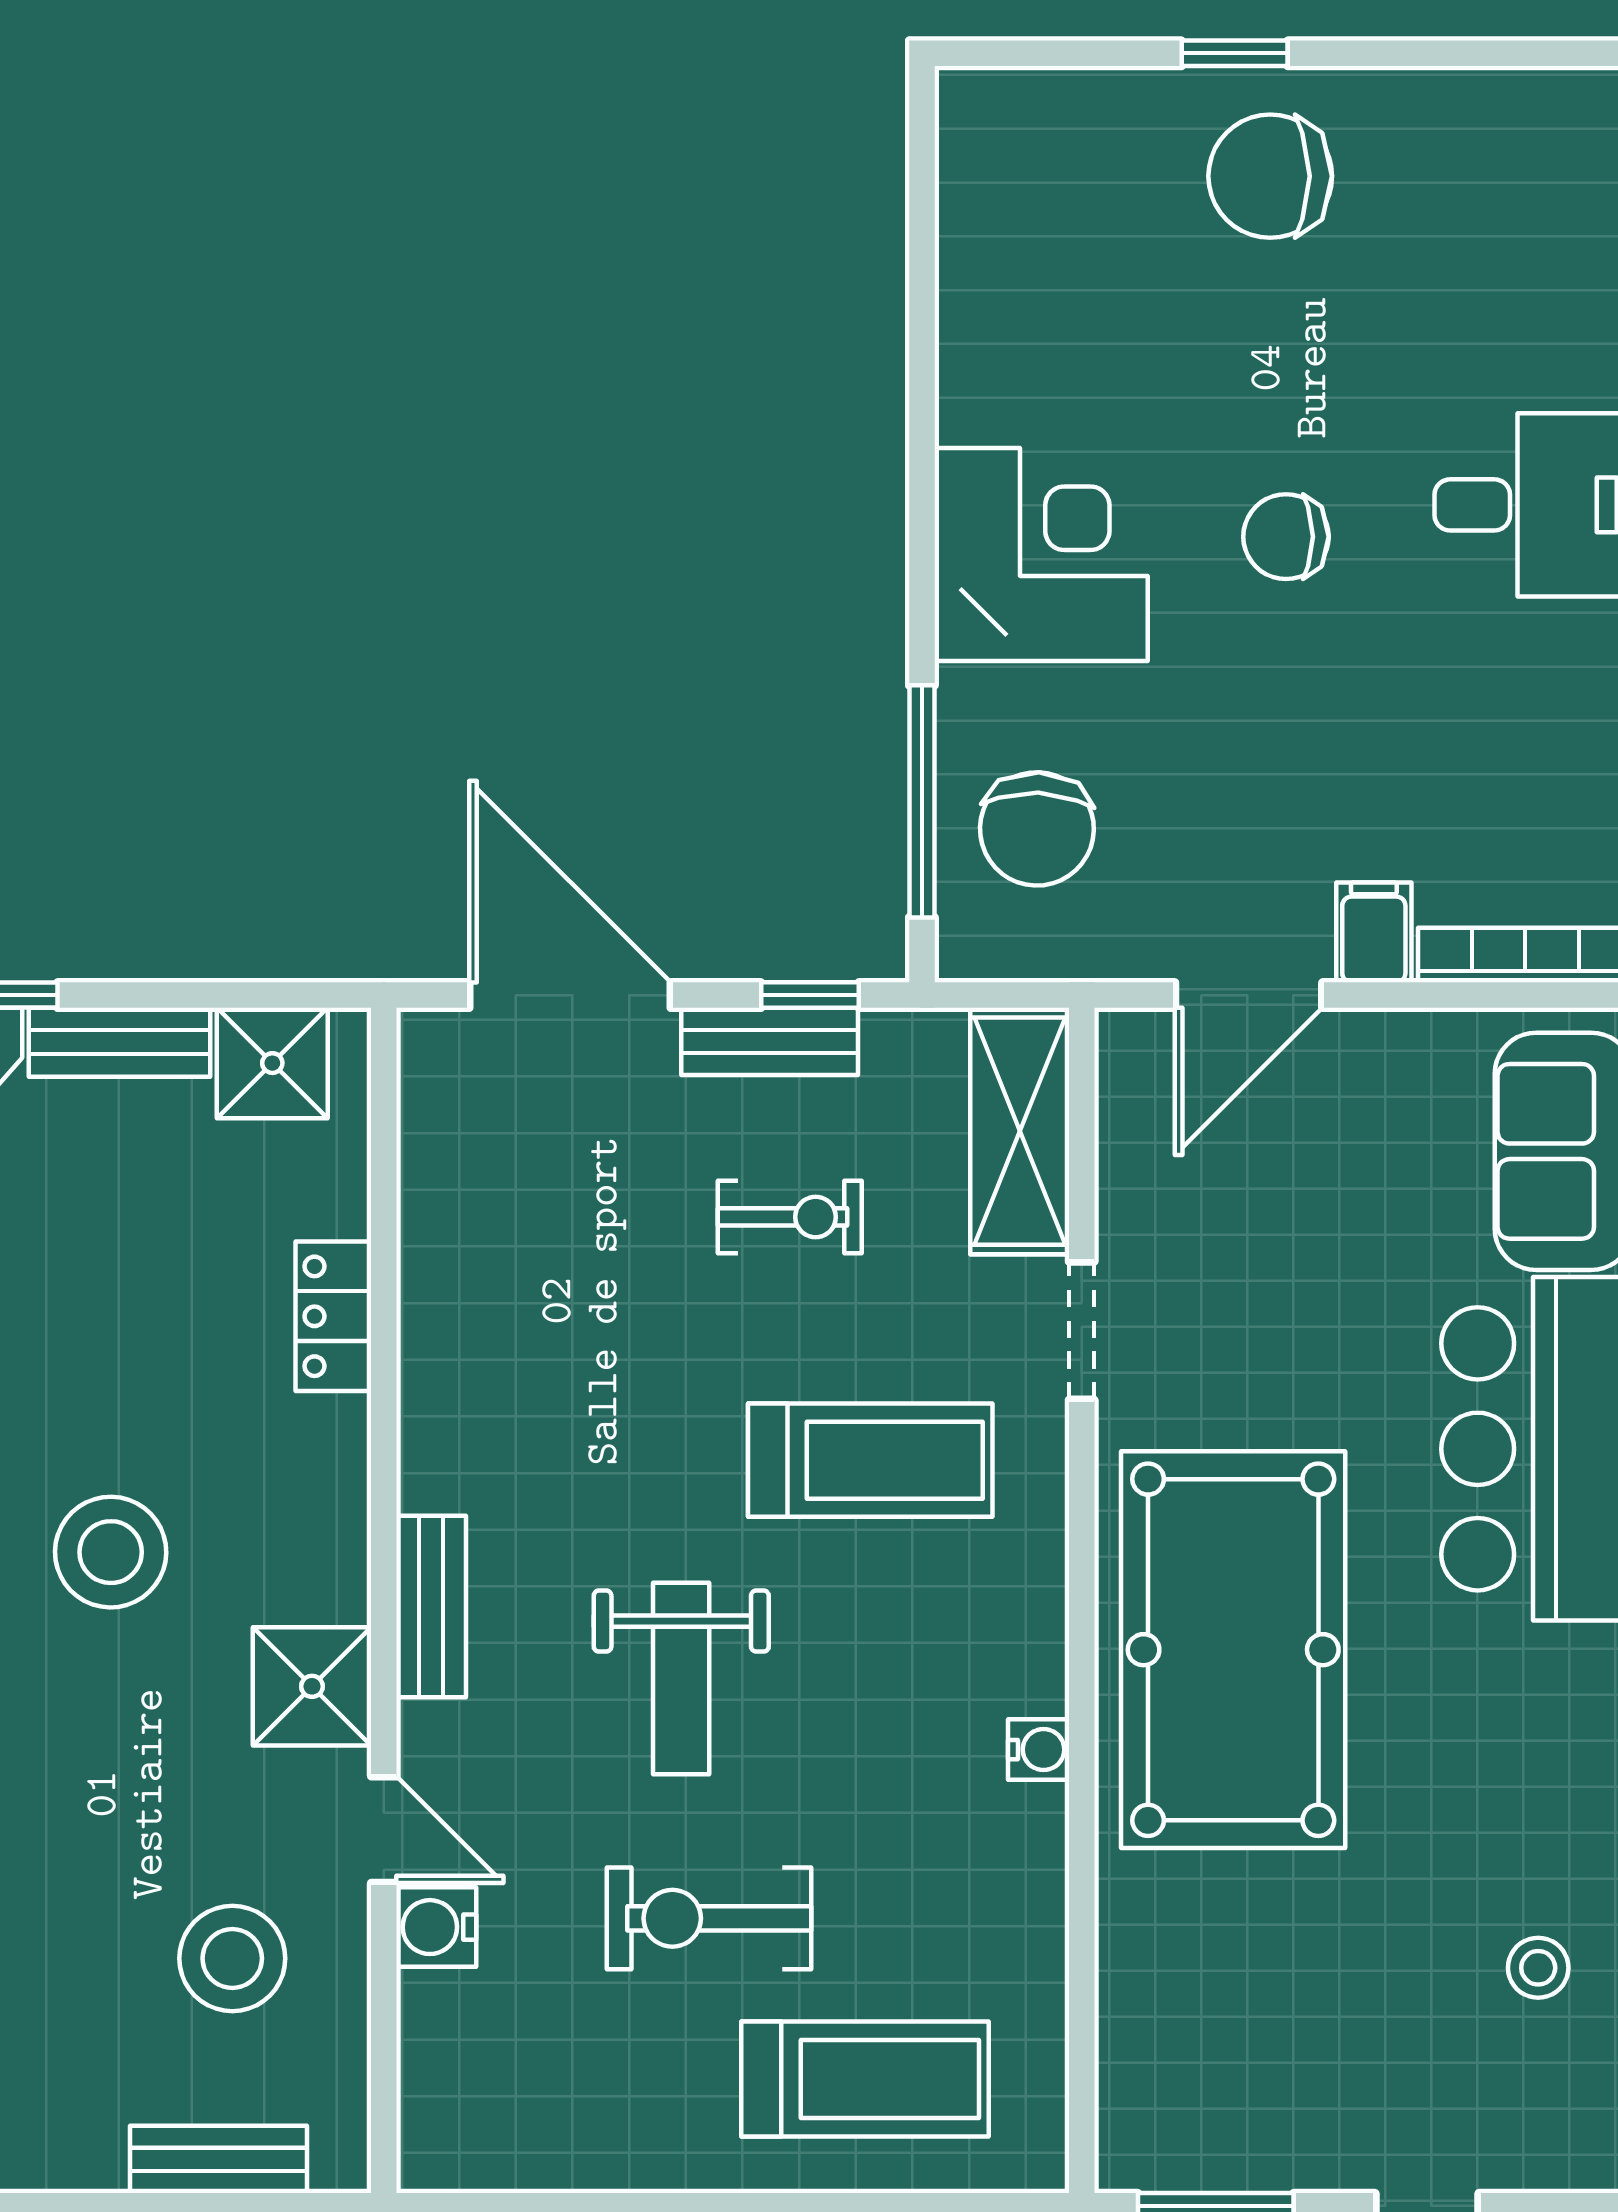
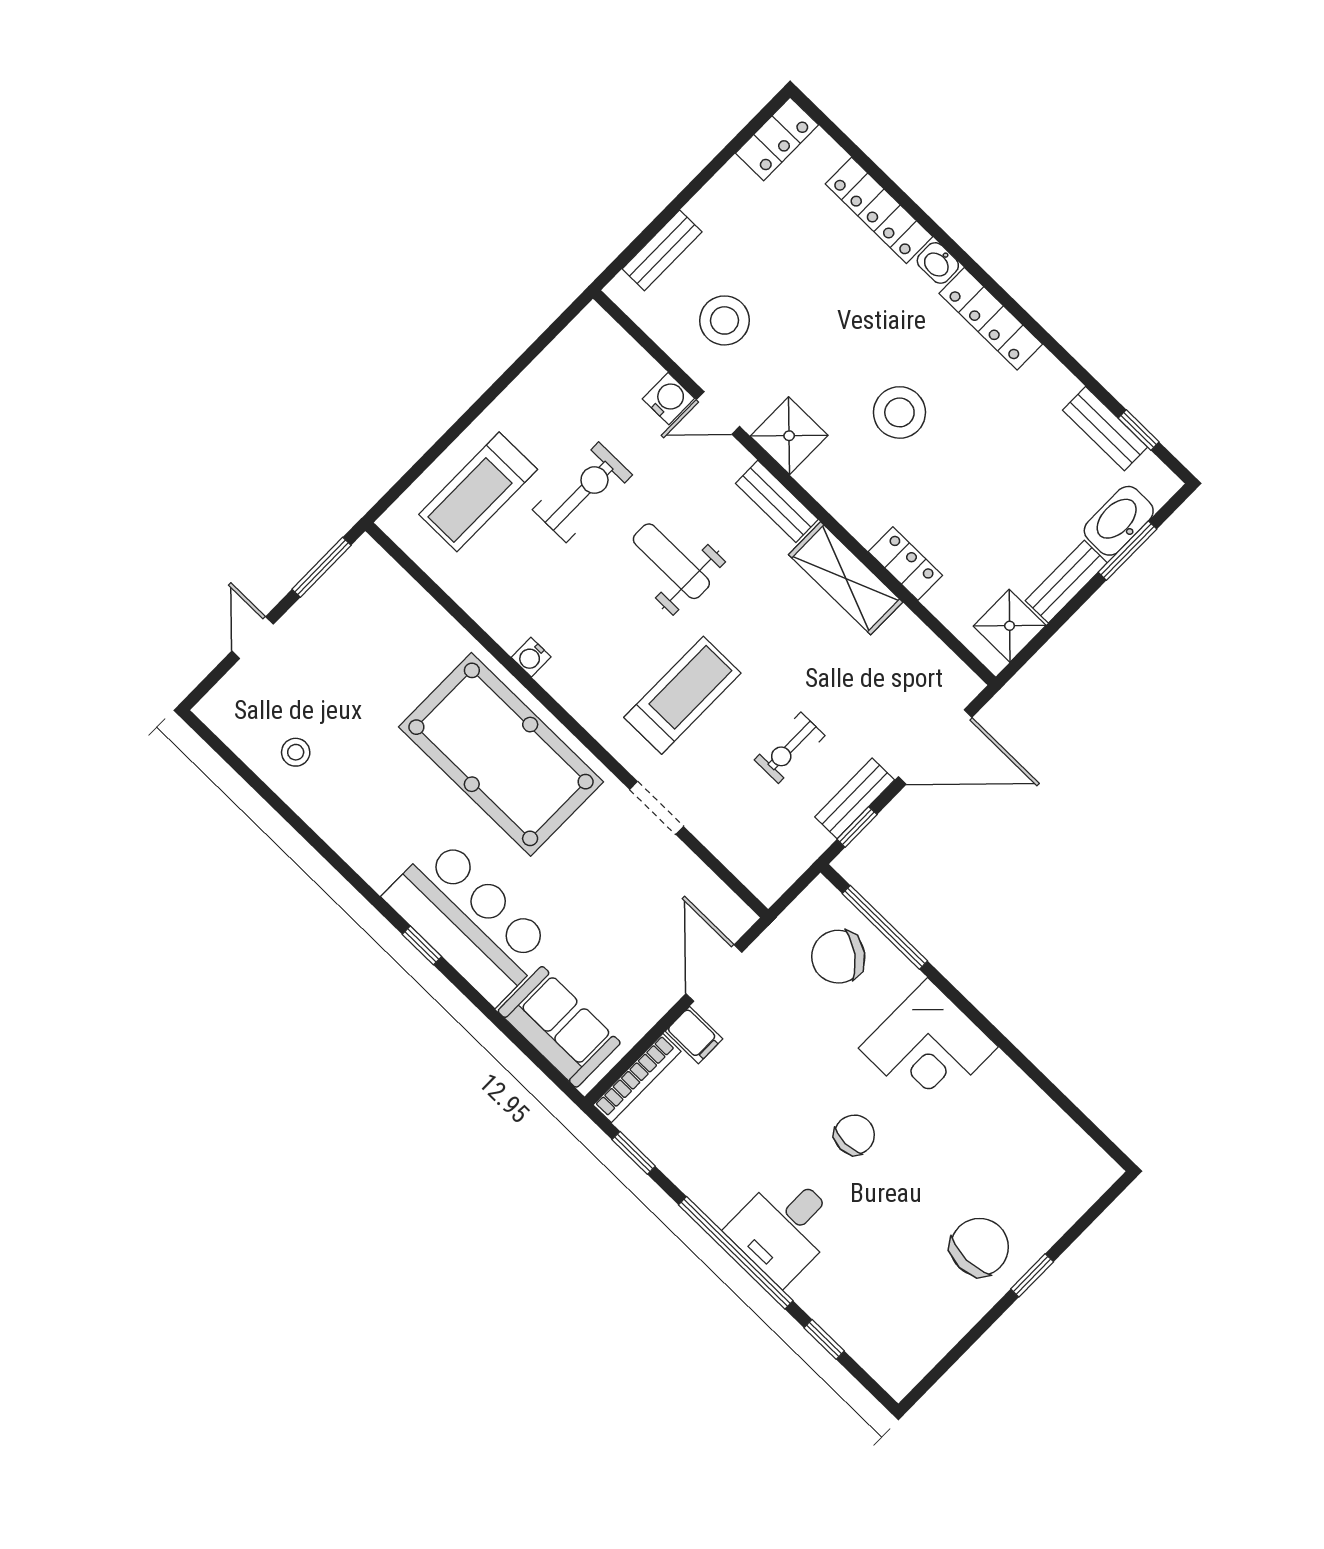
chair: (1037, 829) -> (838, 957), turned -55
shelving: (1020, 1131) -> (846, 578), moved
treadmill: (870, 1460) -> (682, 695), turned 180

